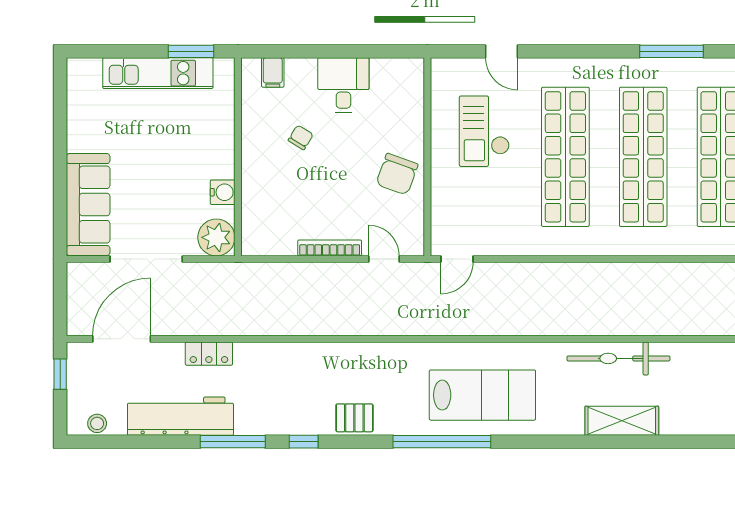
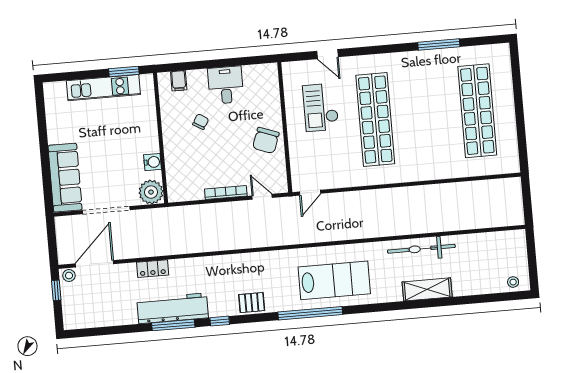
shop shelf: (643, 157) -> (426, 115), removed
workbench: (180, 416) -> (173, 308), moved
stool: (97, 423) -> (69, 276), moved

